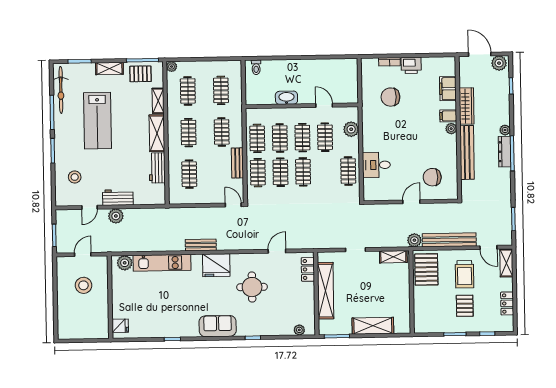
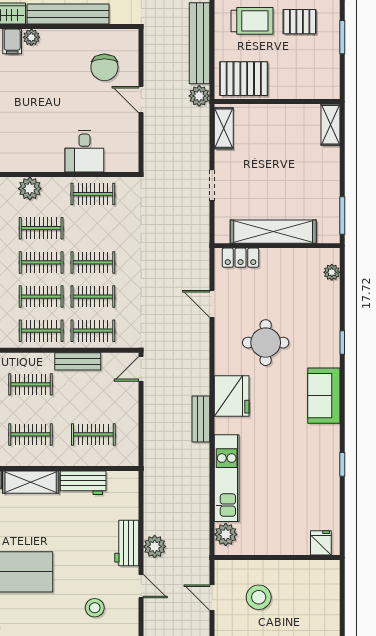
shelving: (373, 326) -> (331, 125), moved, width x0.67, depth x0.75

